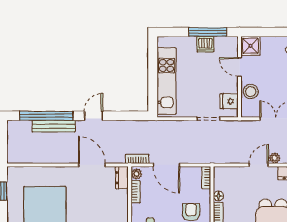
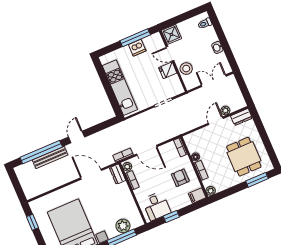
fridge: (229, 101) -> (168, 70), moved

